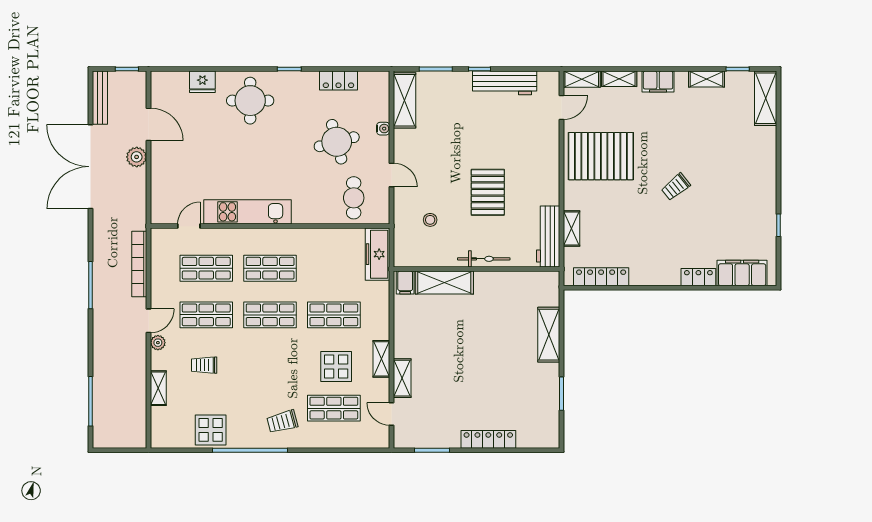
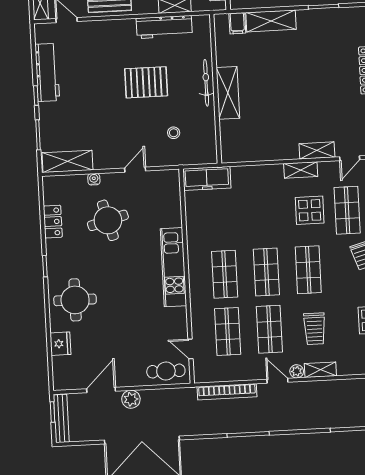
bench: (100, 98) -> (61, 419), moved, turned 90
cafe table: (354, 198) -> (166, 371), moved
kitchen unit: (248, 212) -> (173, 267), moved
workbench: (548, 236) -> (164, 27), moved
filing cabinet: (405, 282) -> (237, 23), moved, turned 90
shelving: (444, 282) -> (228, 93), moved
shop shelf: (334, 315) -> (308, 270), moved
trolley: (204, 365) -> (315, 329), width x1.36, depth x1.39
shelving: (158, 388) -> (320, 370), moved

